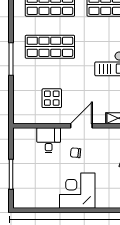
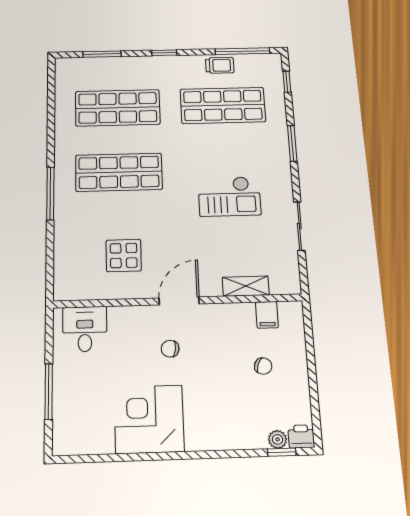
desk: (49, 140) -> (85, 329), moved
corner desk: (77, 191) -> (149, 419), moved

